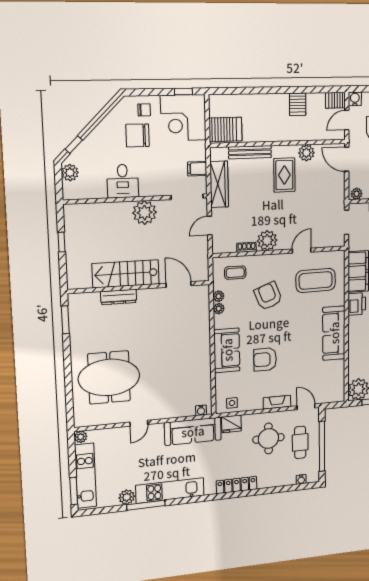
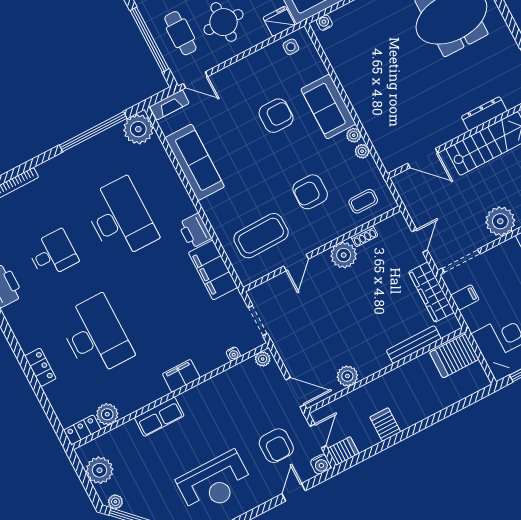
rug: (284, 175) -> (361, 339), removed
plant: (219, 296) -> (354, 135), moved
armchair: (268, 296) -> (310, 192), turned 111
sofa: (334, 333) -> (195, 162), moved
fireplace: (277, 402) -> (169, 105), moved

